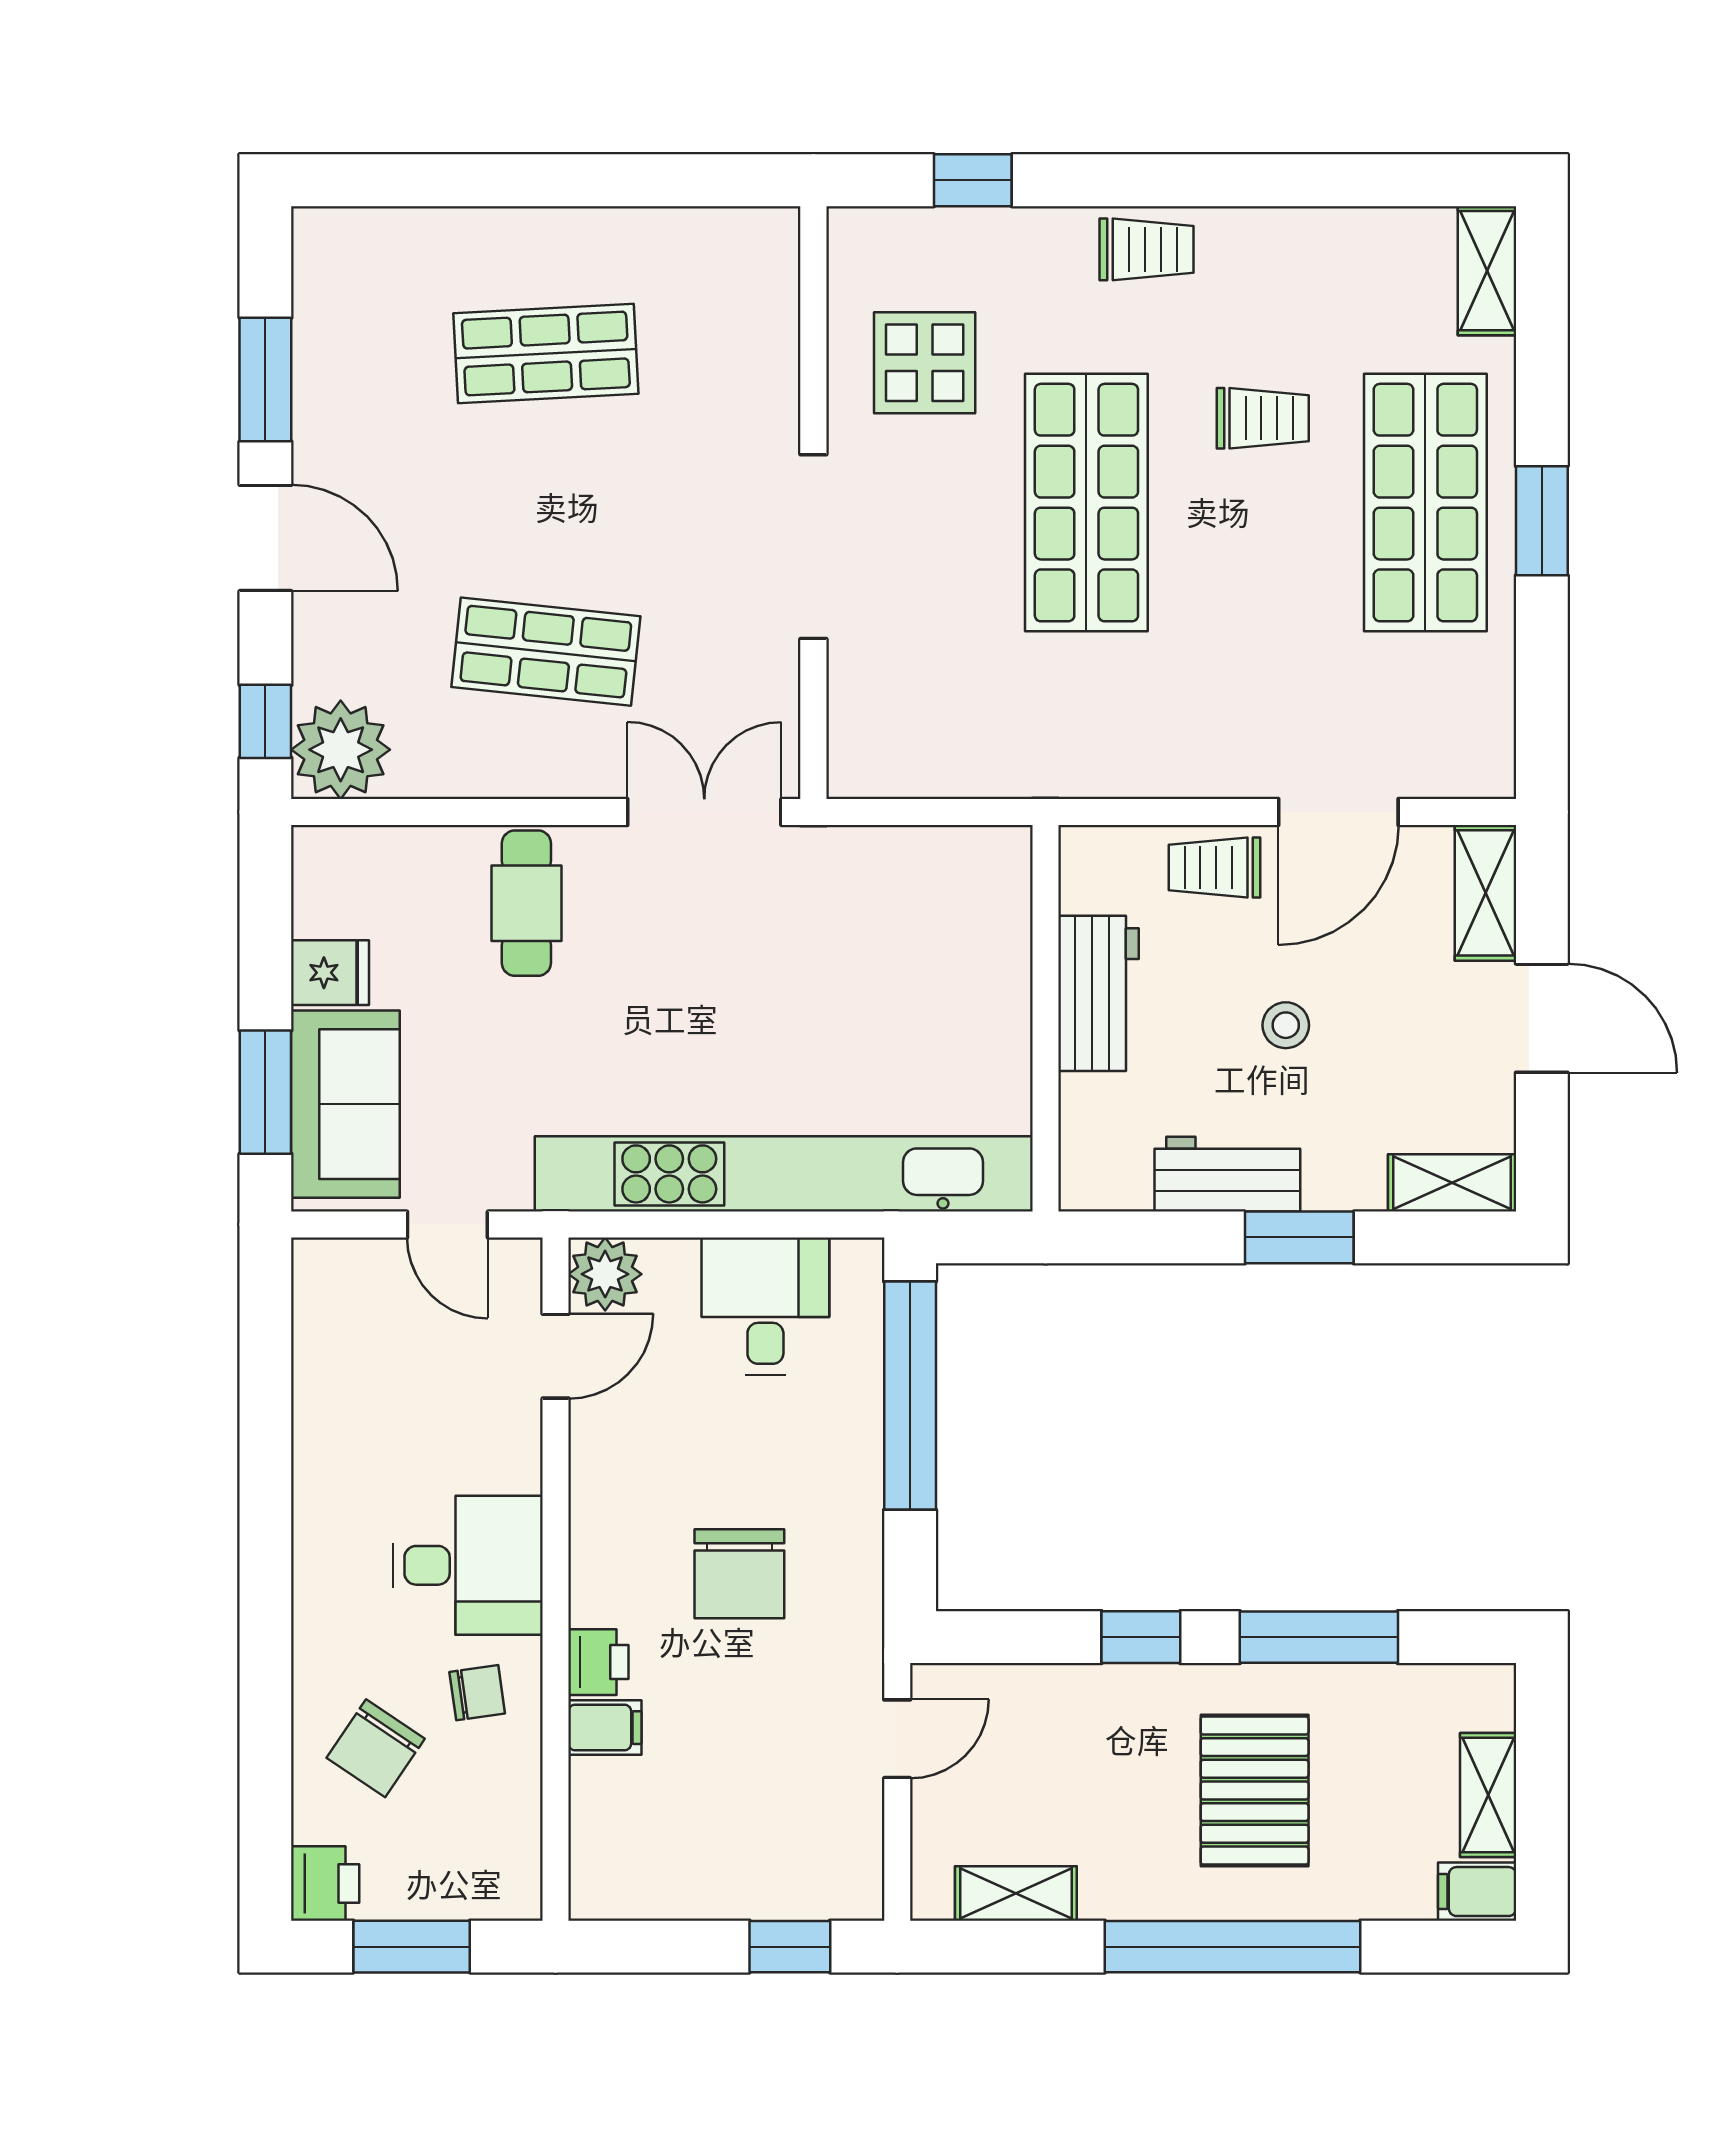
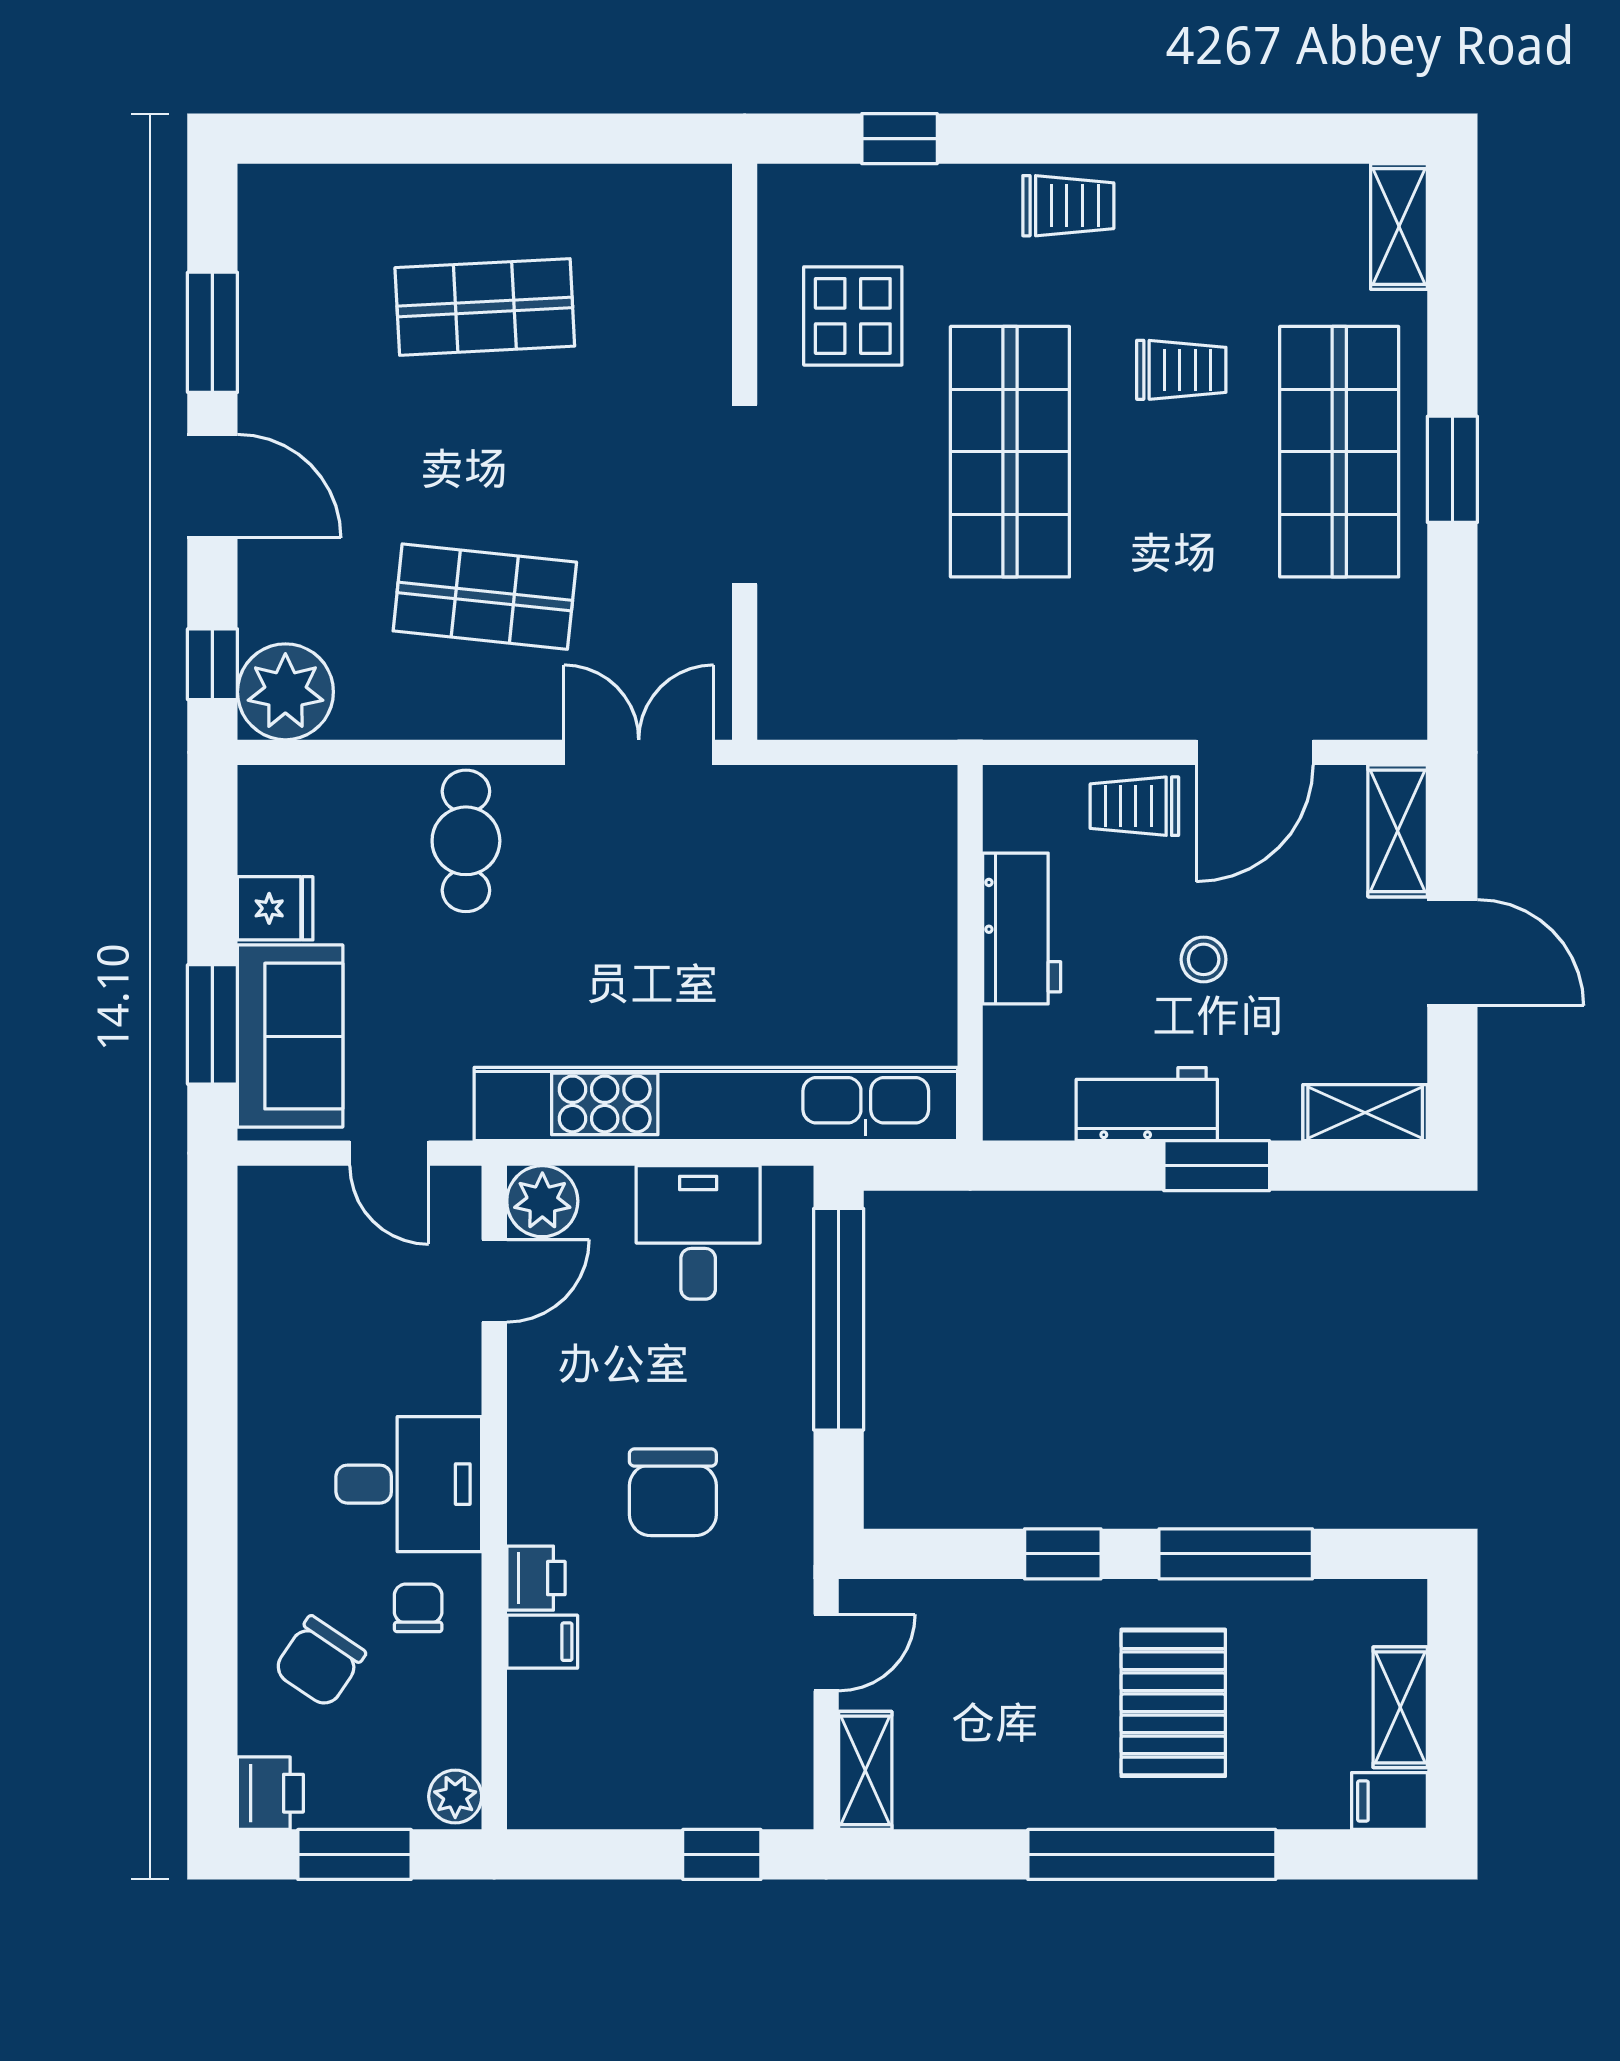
chair: (477, 1693) -> (418, 1608), turned -82
plant: (515, 1887) -> (455, 1796), added
shelving: (1016, 1893) -> (865, 1770), moved, turned 90

